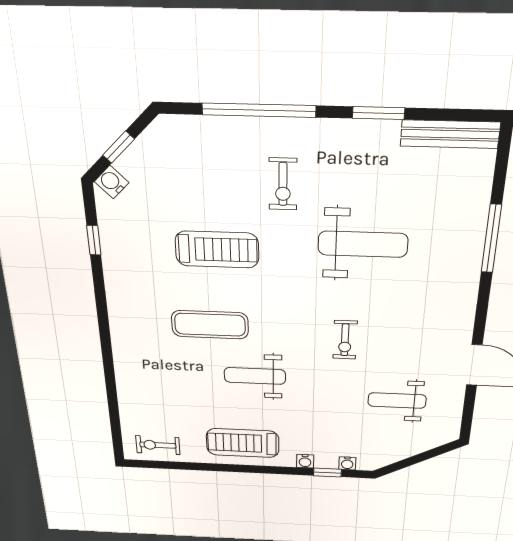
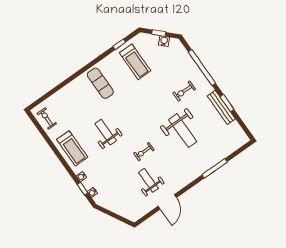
bench: (450, 134) -> (221, 107), moved
water cooler: (112, 182) -> (164, 41), moved
treadmill: (217, 250) -> (135, 62), moved
exercise mat: (210, 325) -> (100, 83), moved
weight bench: (397, 400) -> (148, 180), moved
treadmill: (243, 443) -> (72, 148), turned 180

